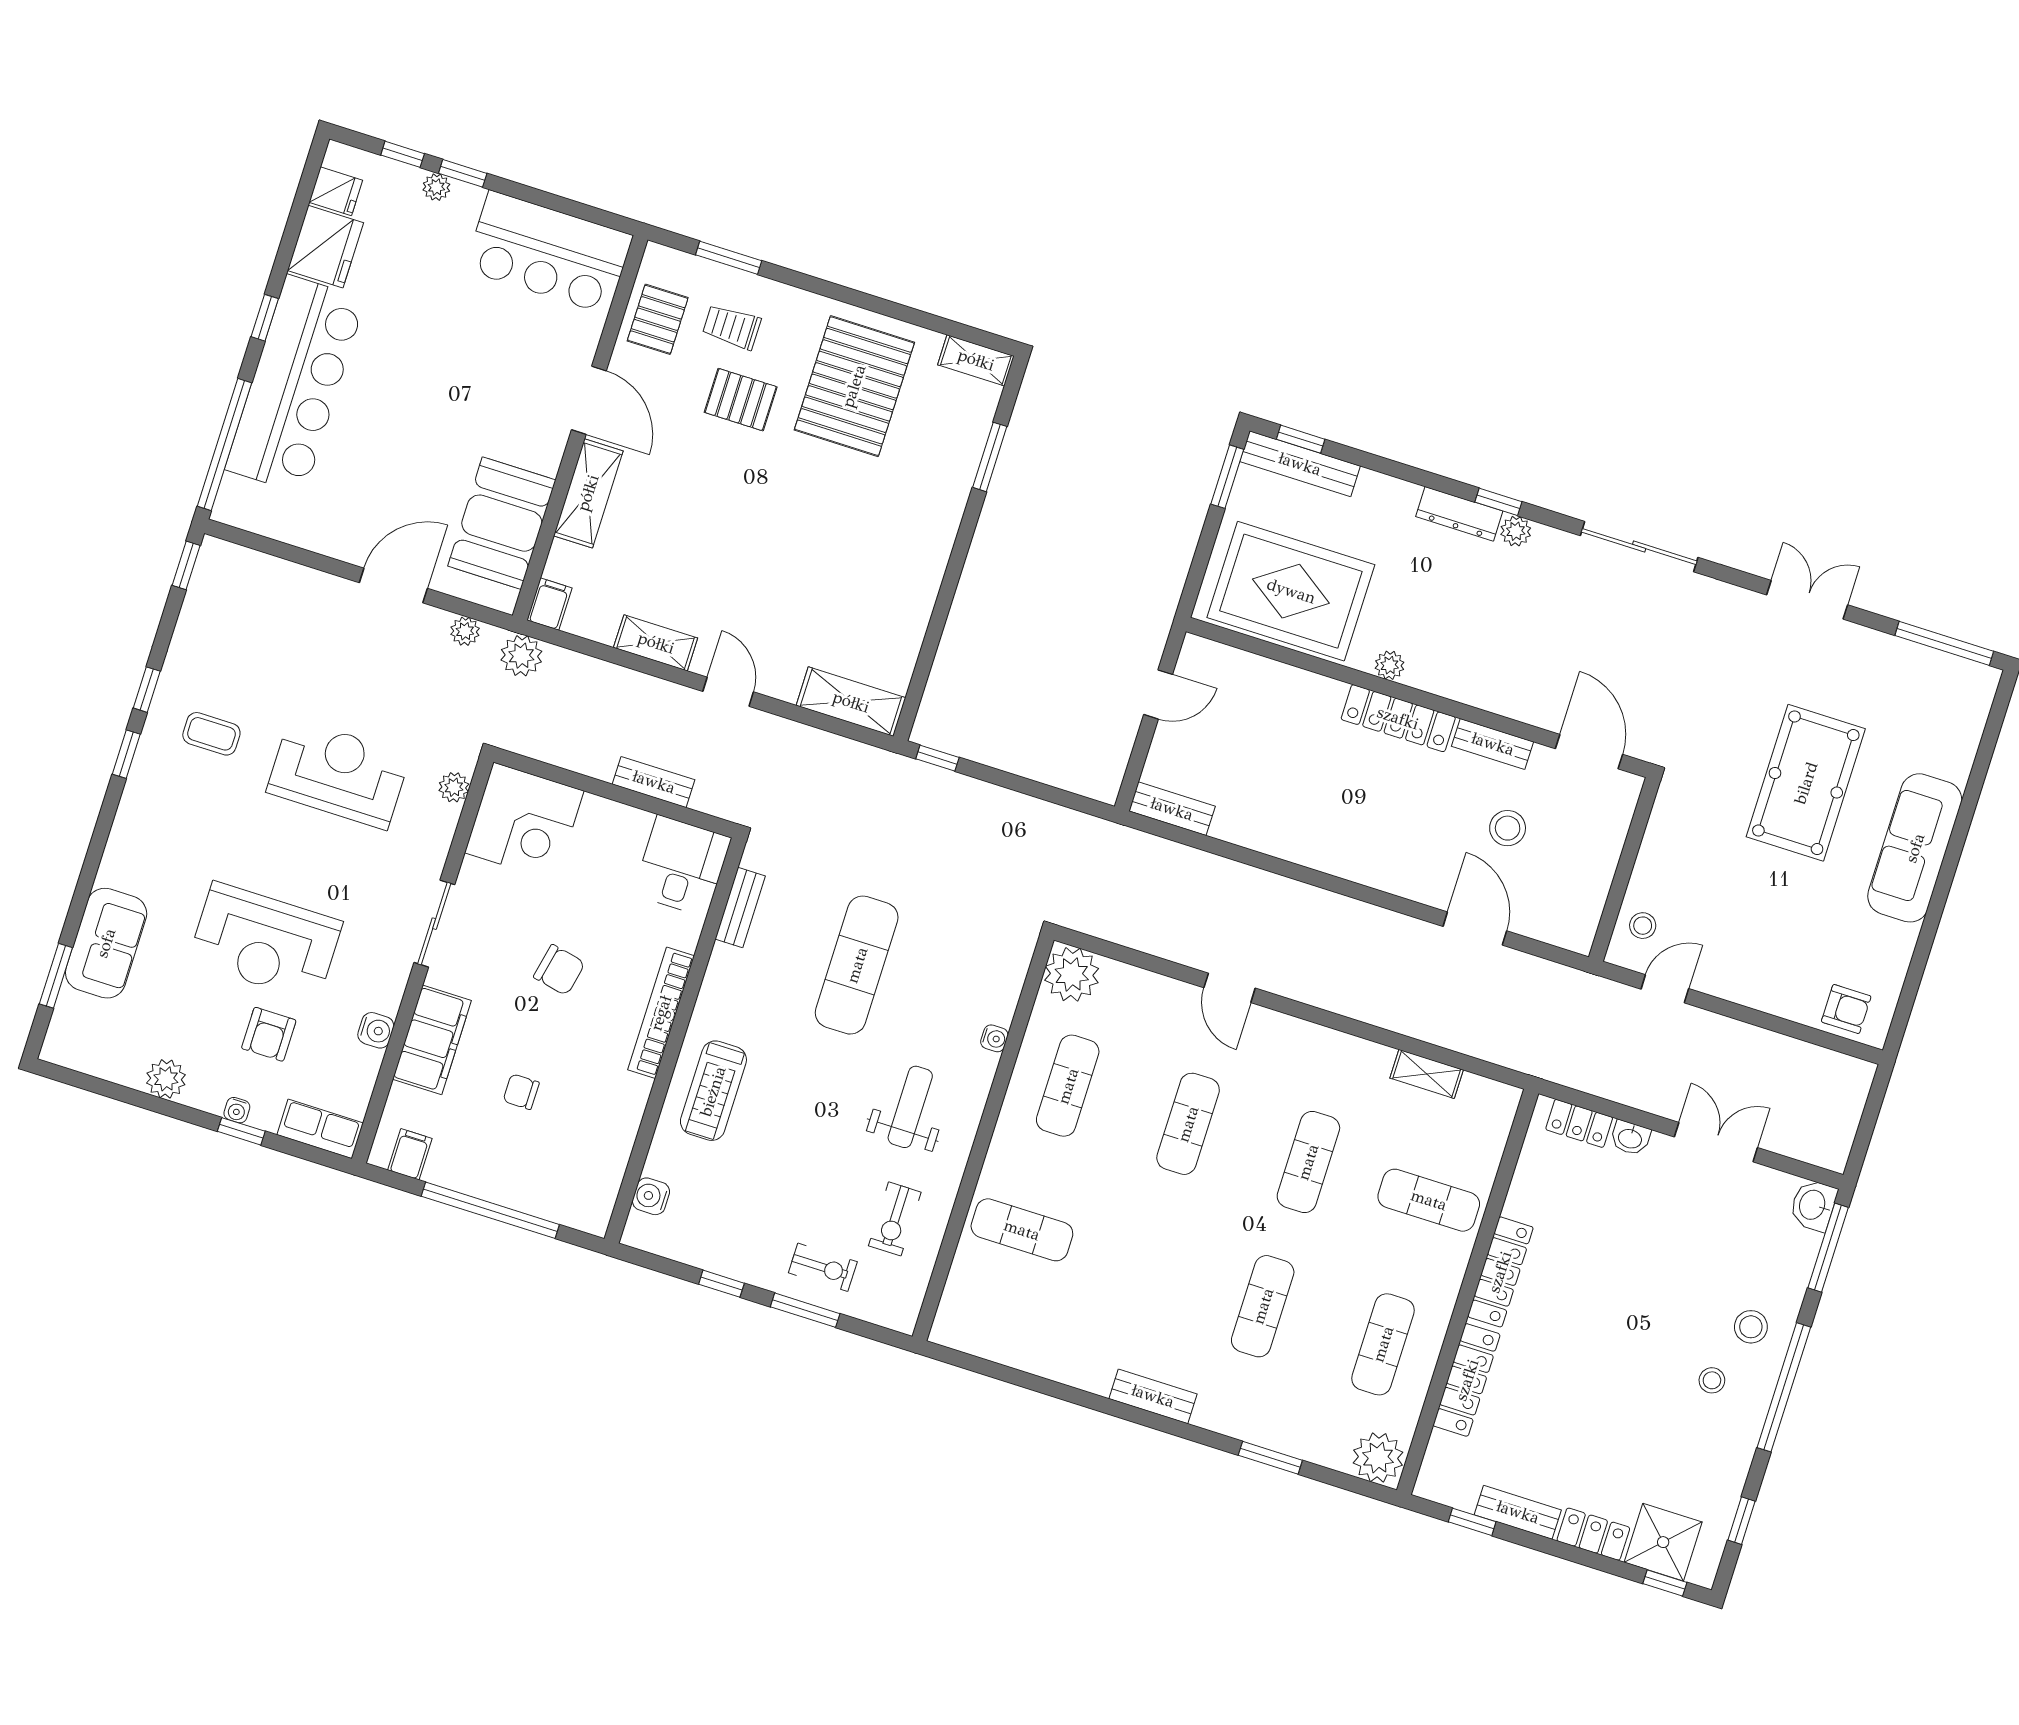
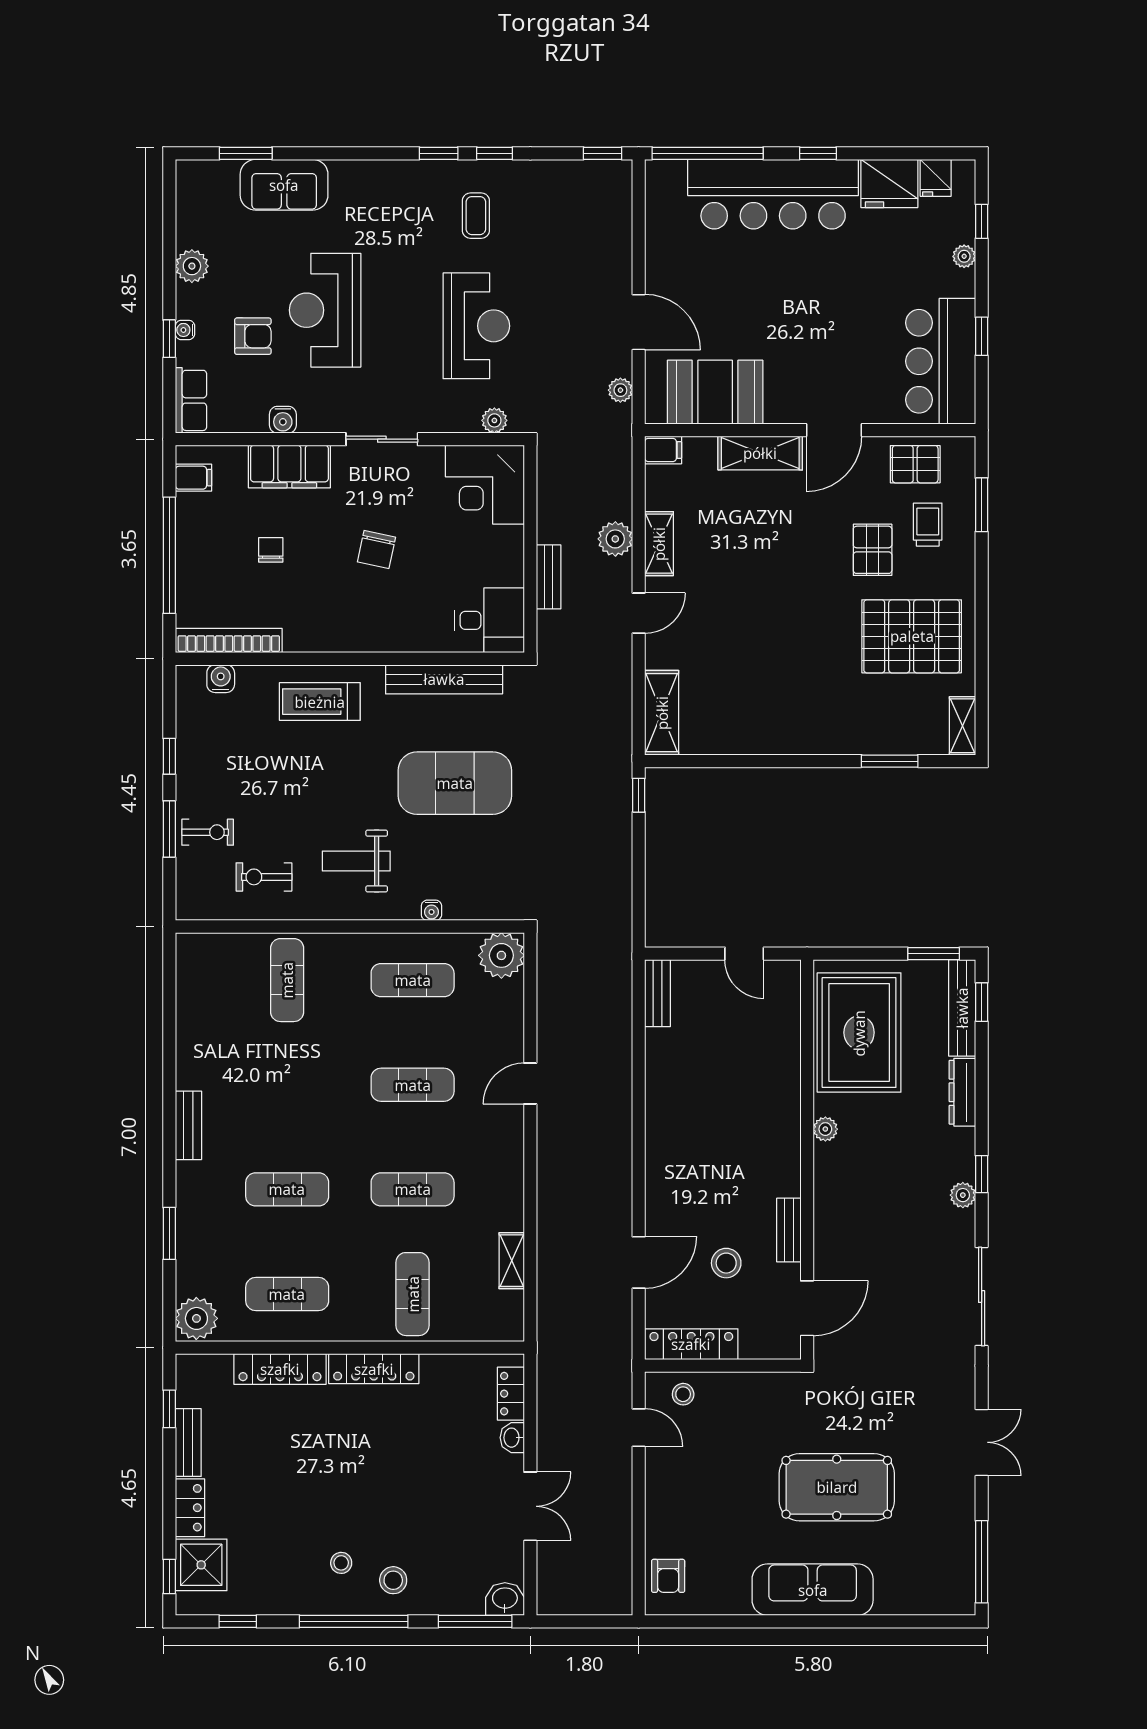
window: (463, 173) -> (982, 336), moved
dresser: (1459, 514) -> (962, 1092), moved
plant: (521, 656) -> (615, 539), moved
locker: (1398, 718) -> (691, 1344), moved, turned 90
bench: (740, 908) -> (444, 679), width x1.86, depth x1.21
exercise mat: (857, 965) -> (455, 783), width x1.47
bookcase: (661, 1013) -> (229, 641), moved
armchair: (269, 1034) -> (253, 336), turned 180
weight bench: (910, 1107) -> (356, 861), turned 180
exercise bike: (823, 1267) -> (208, 832), turned -90

